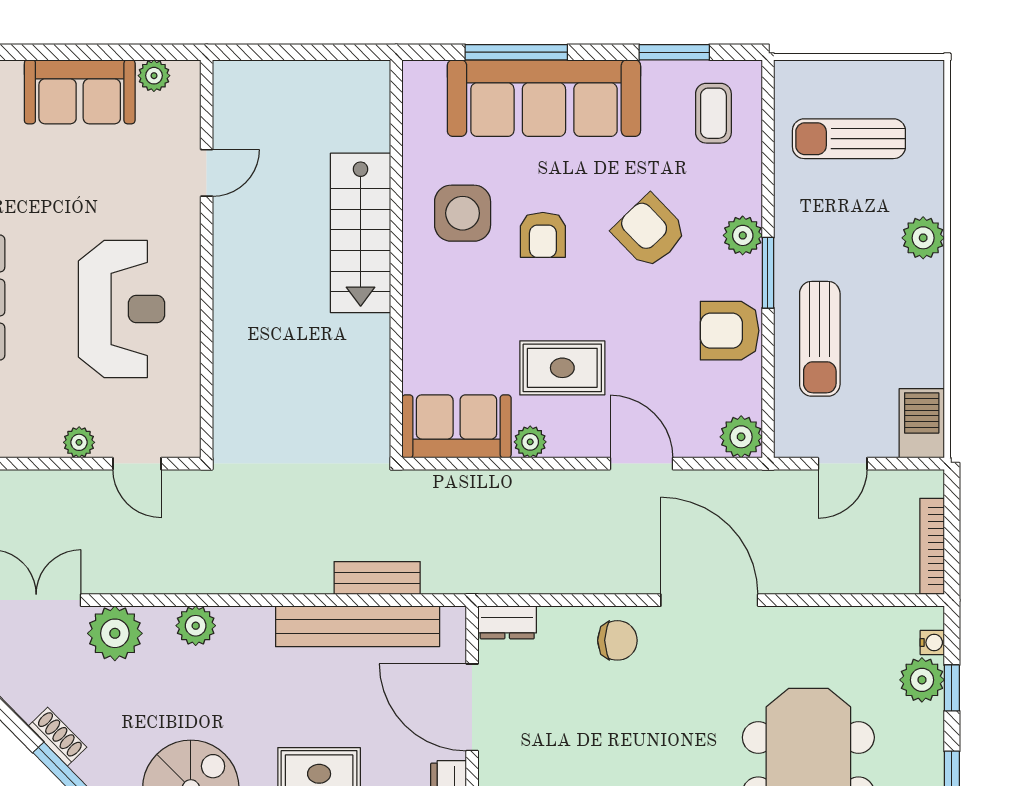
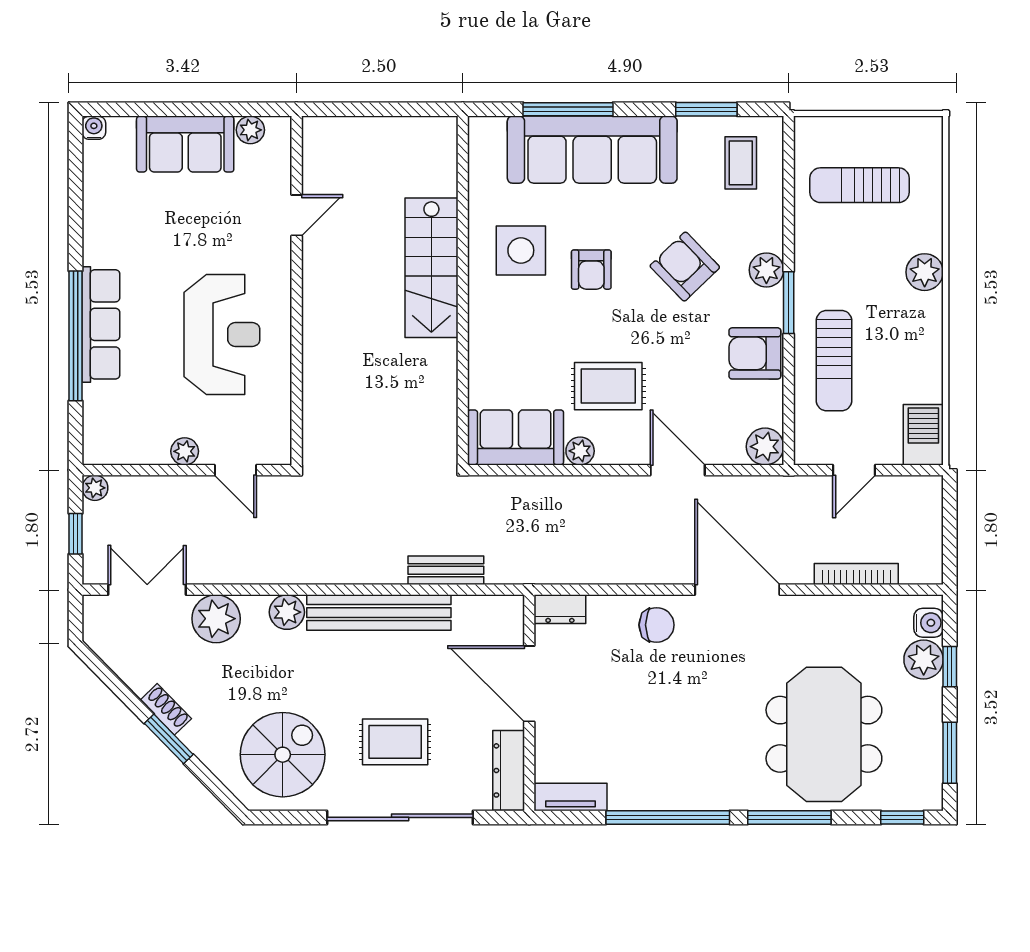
bookcase: (932, 546) -> (856, 574), moved, turned 90
bench: (358, 626) -> (379, 613), moved
water cooler: (932, 642) -> (929, 623), width x1.38, depth x1.38

